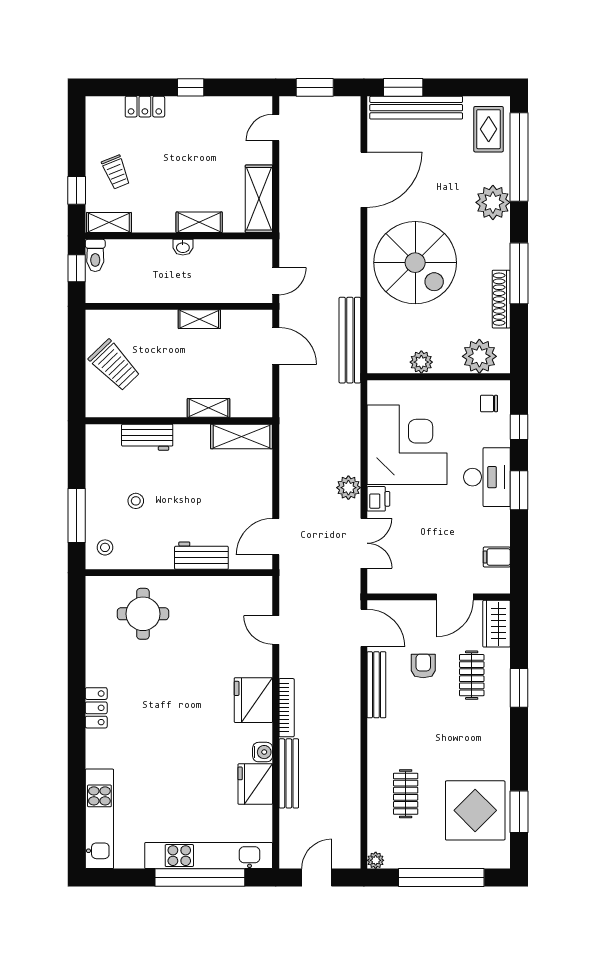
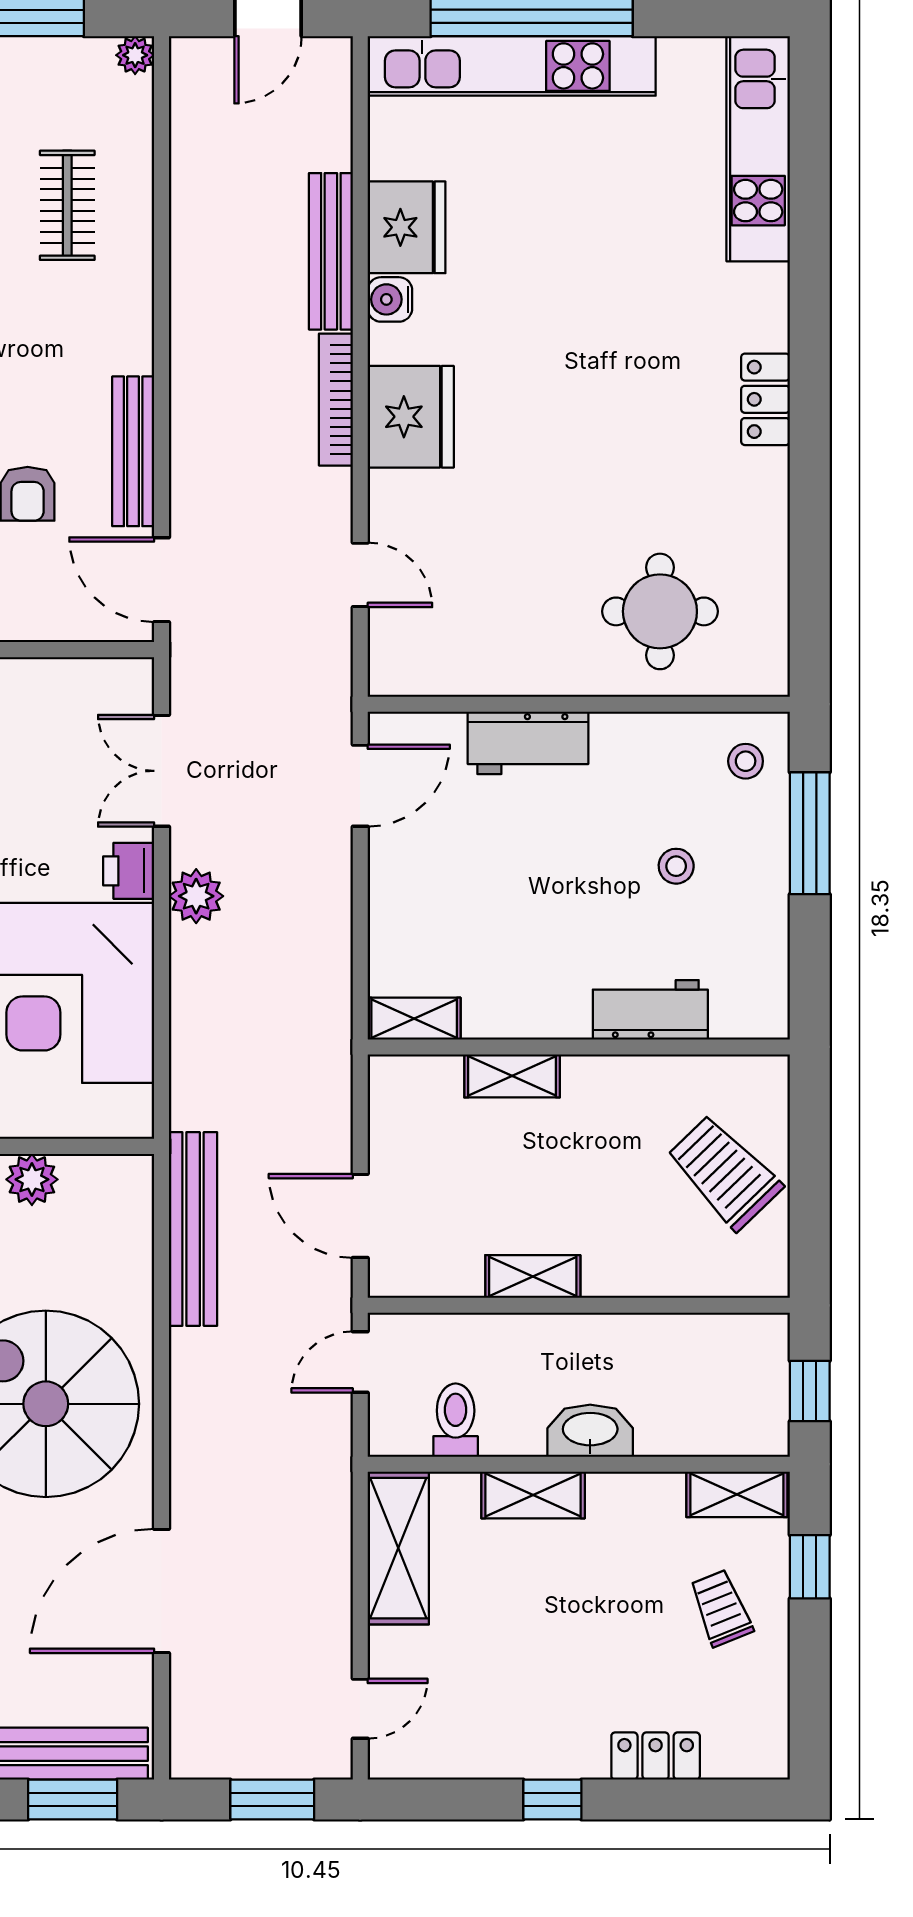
washbasin: (183, 247) -> (590, 1431), width x1.91, depth x1.45
toilet: (95, 255) -> (456, 1420), moved
shelving: (242, 436) -> (414, 1019), width x0.67, depth x0.75

